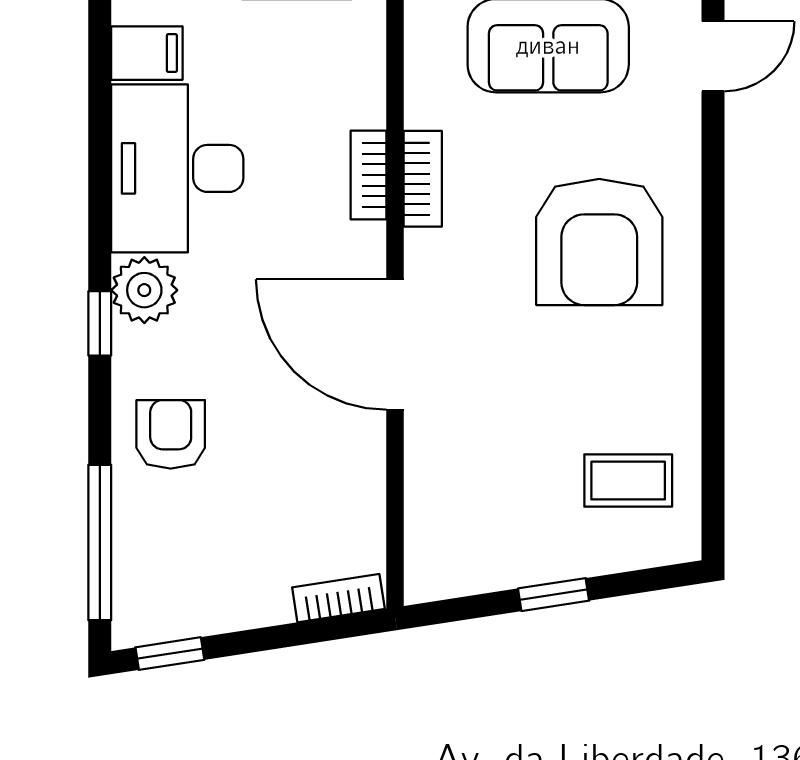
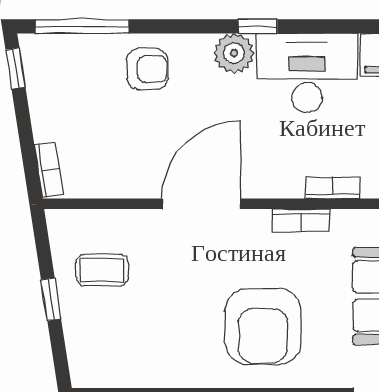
bookcase: (369, 175) -> (333, 188), moved
armchair: (599, 242) -> (263, 327), turned -90
window: (100, 323) -> (258, 26), moved
coffee table: (628, 481) -> (102, 270), moved, turned 90

